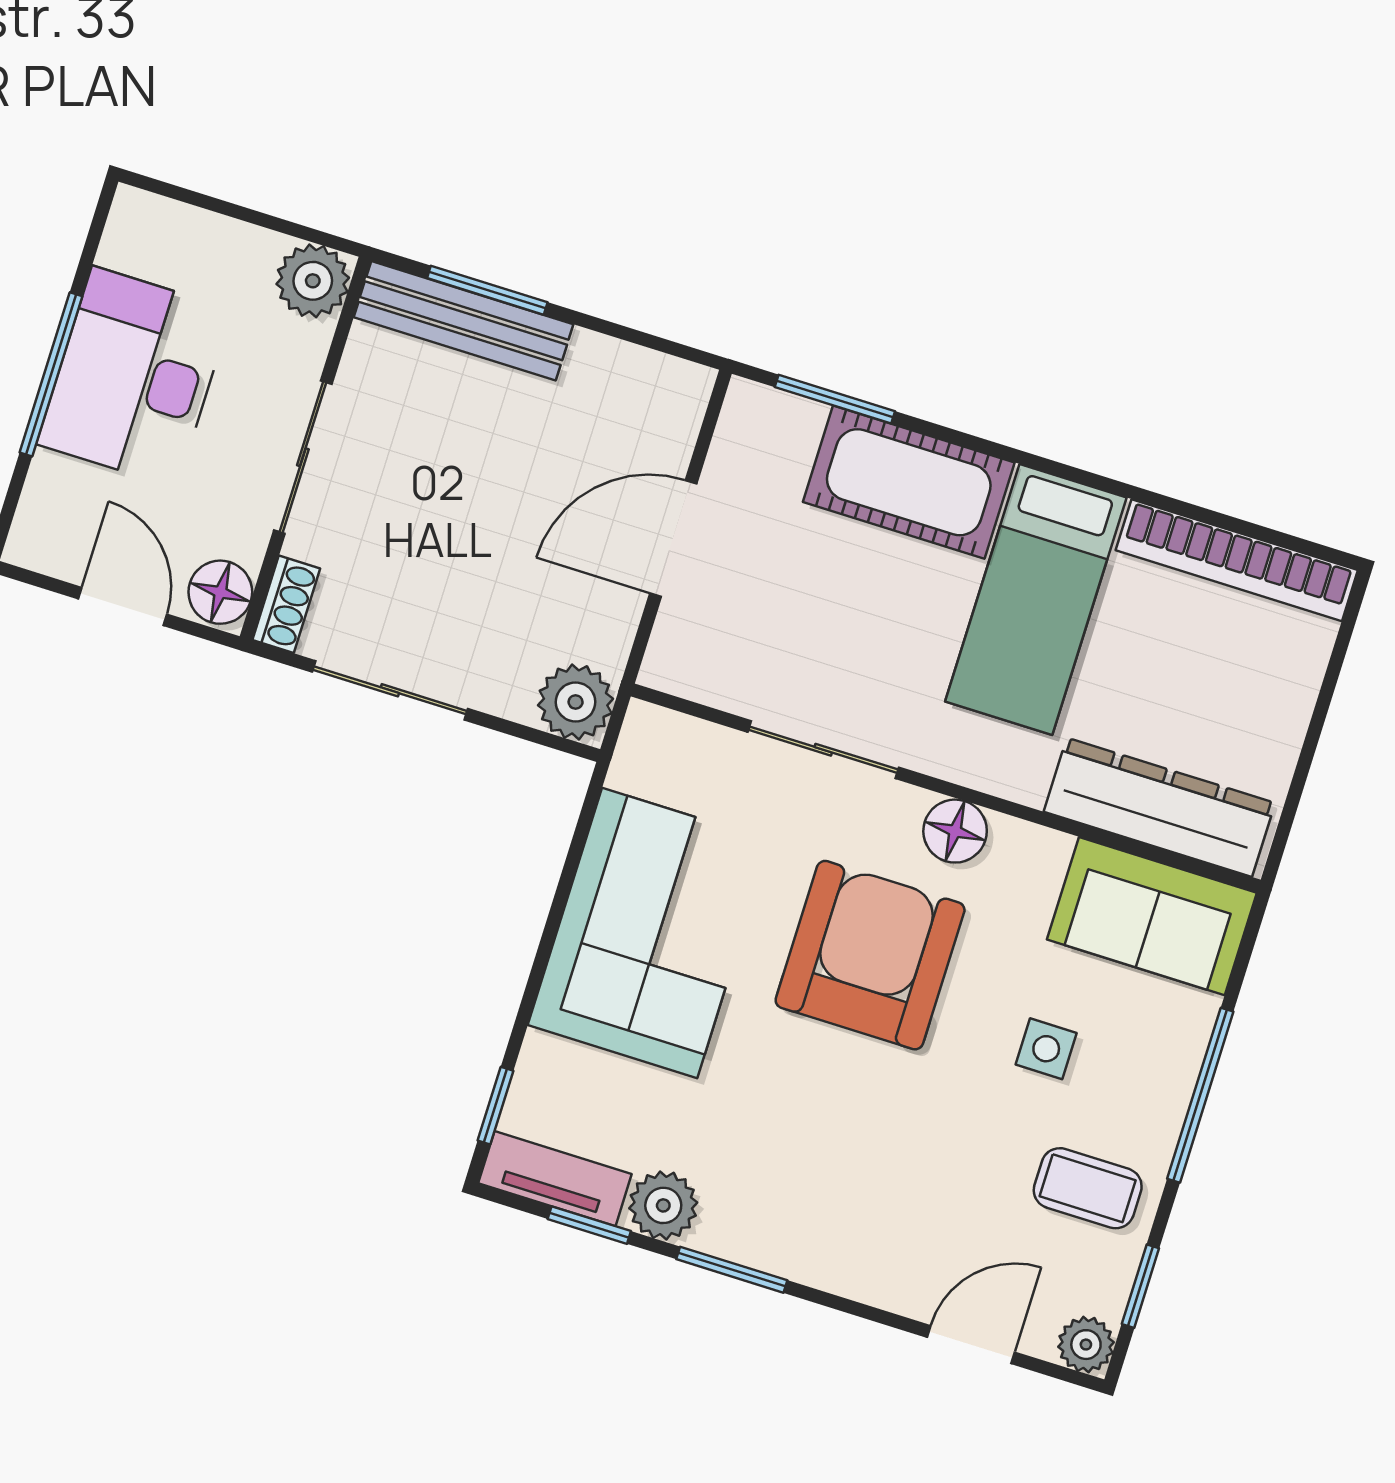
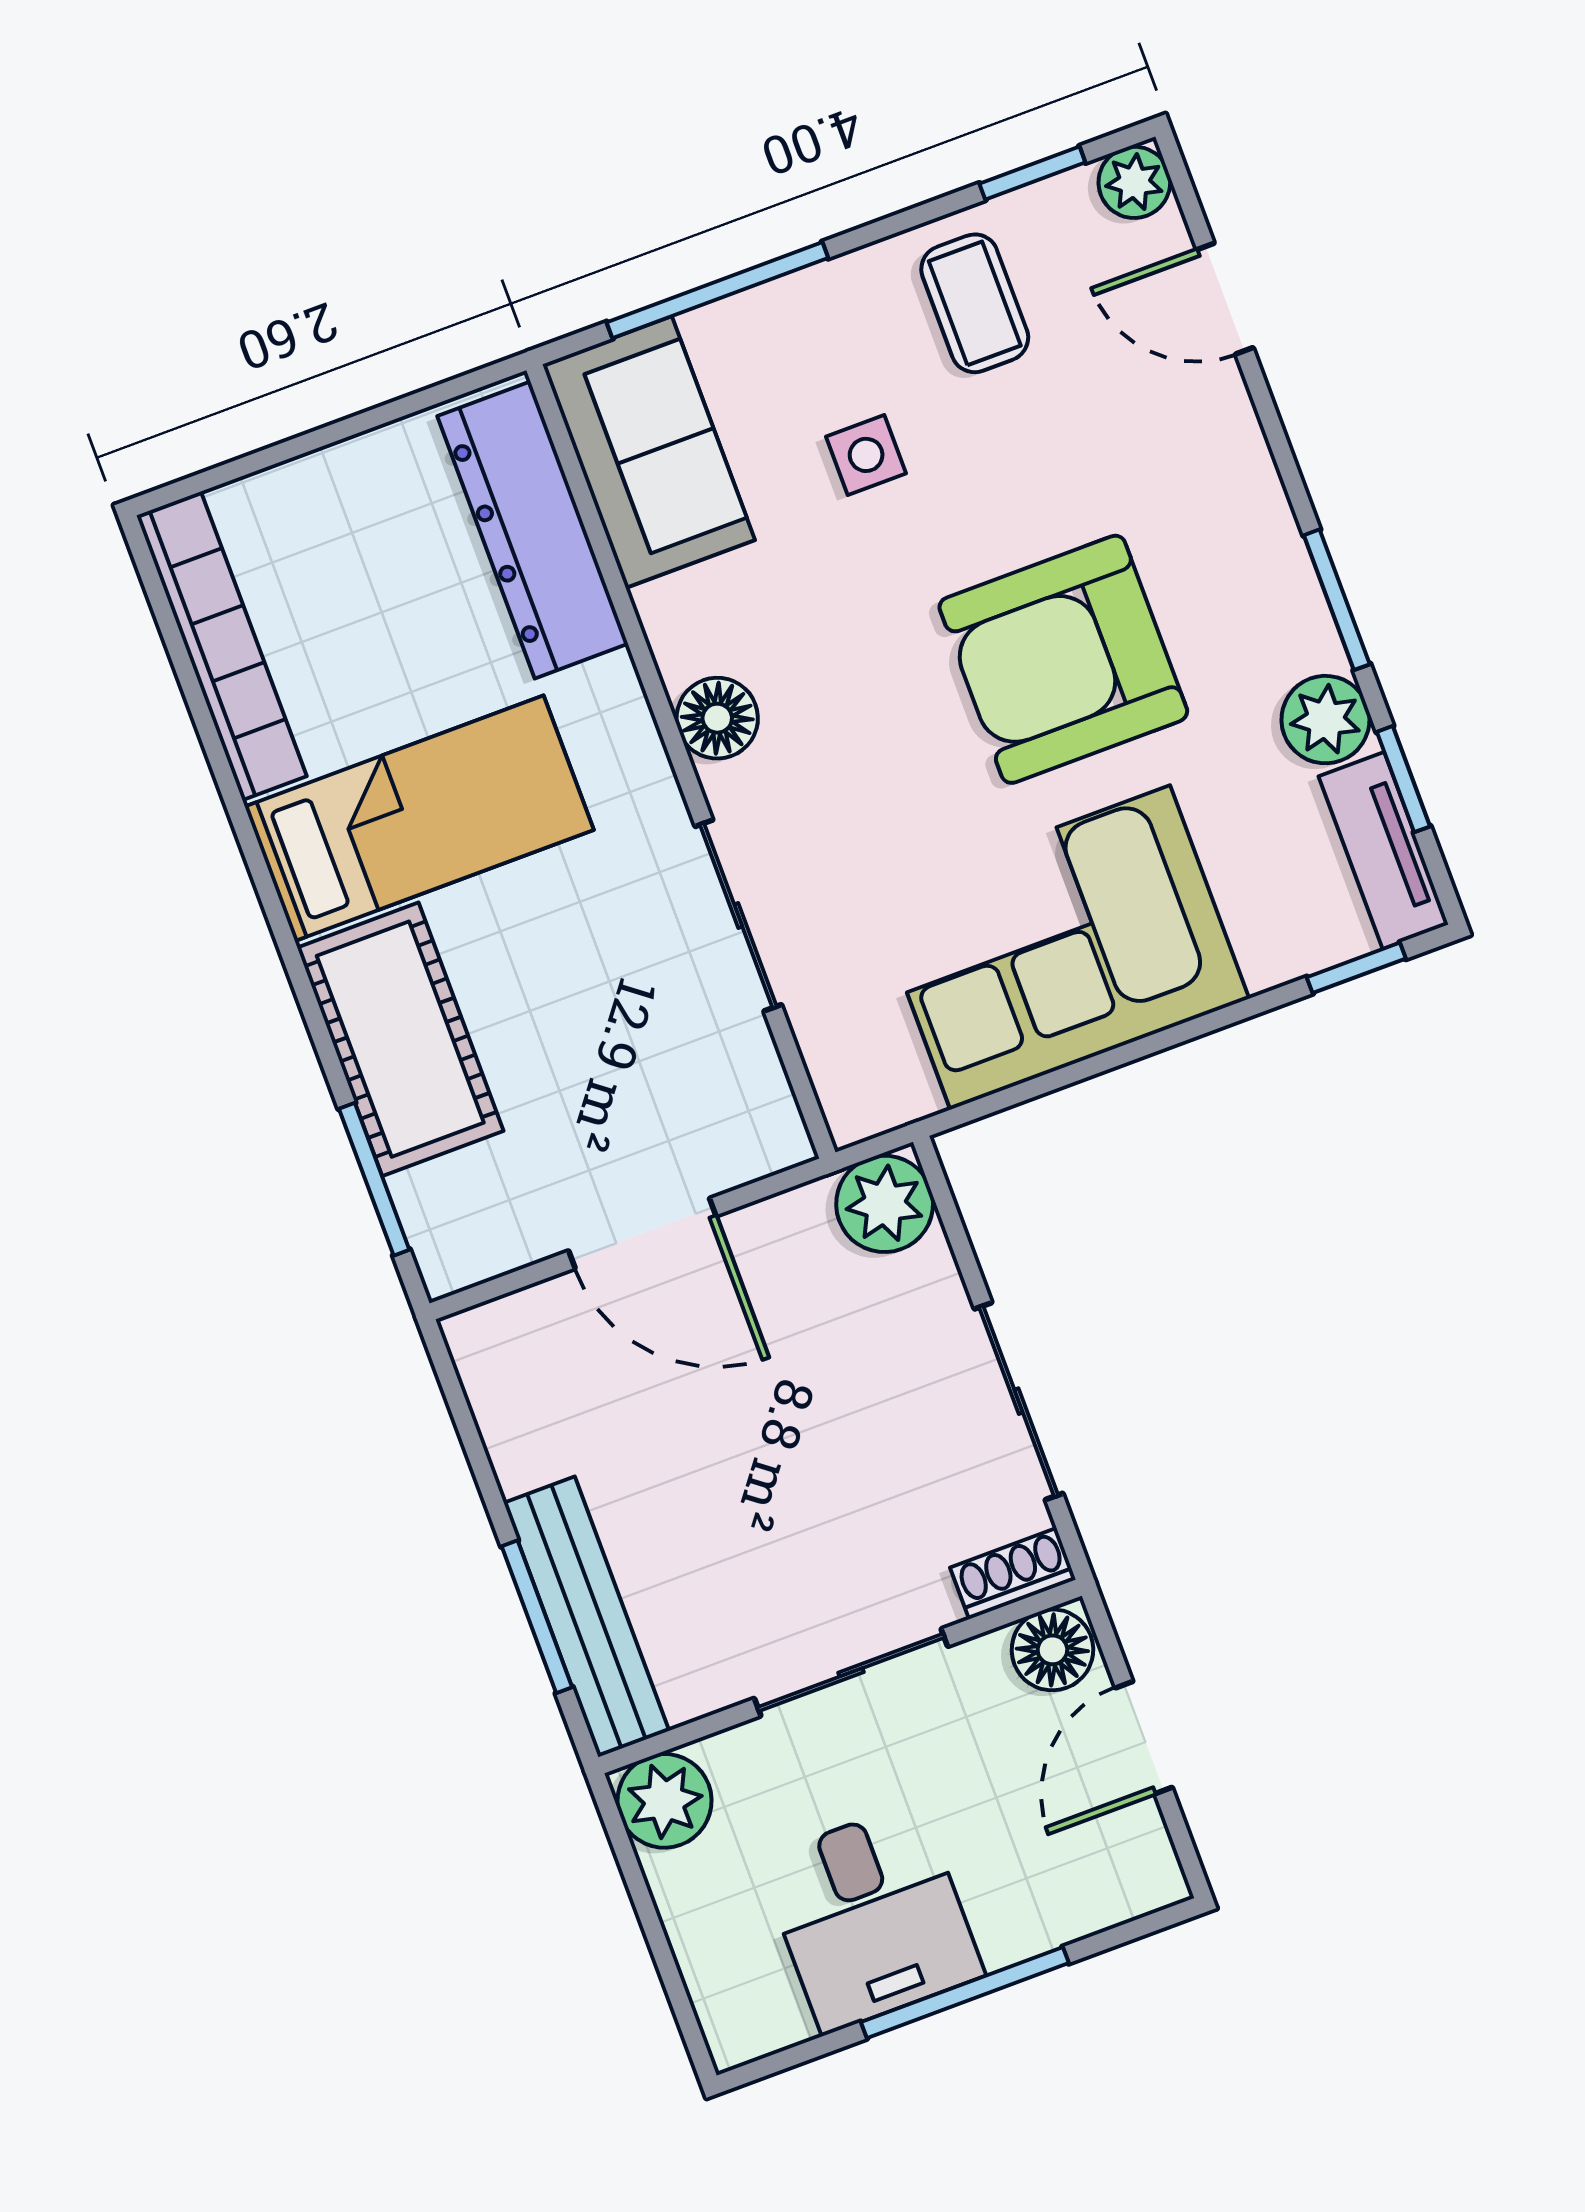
desk: (134, 377) -> (871, 1917), width x0.73
armchair: (870, 955) -> (1063, 659), moved
window: (1200, 1095) -> (717, 290), moved

